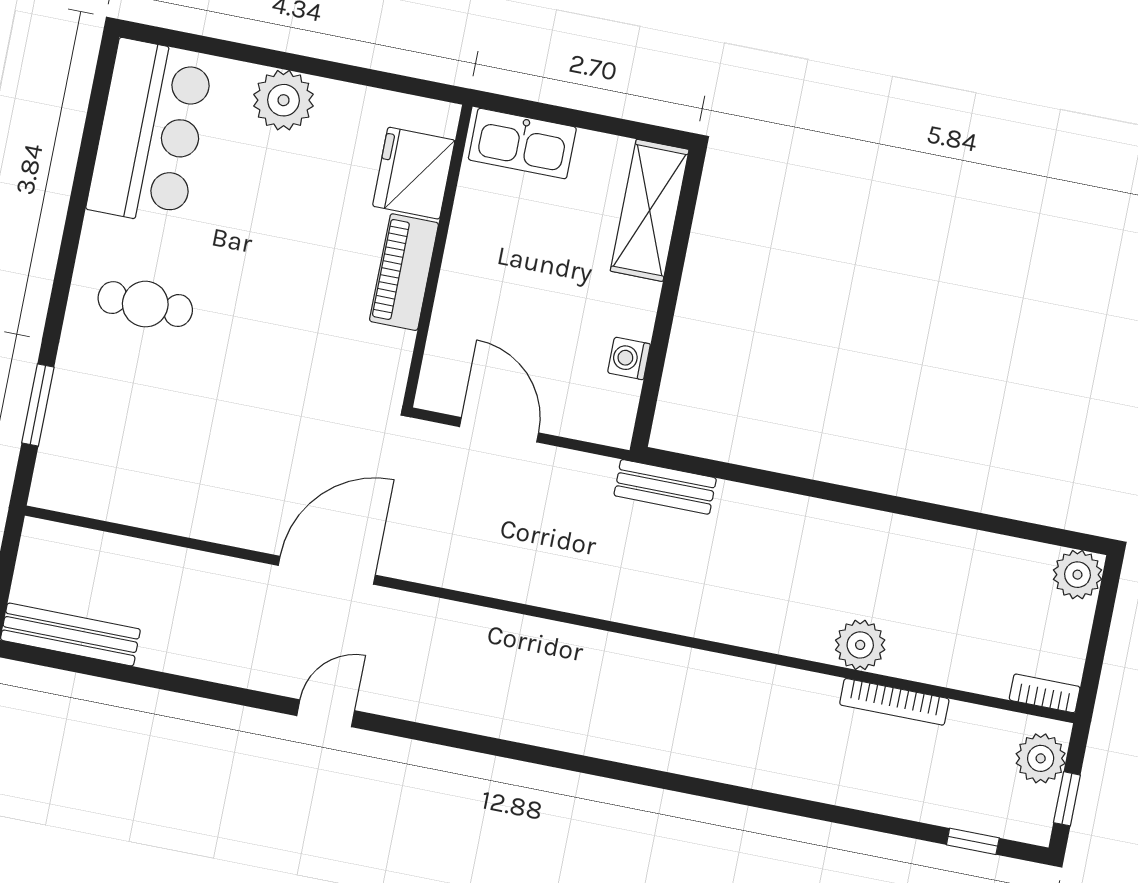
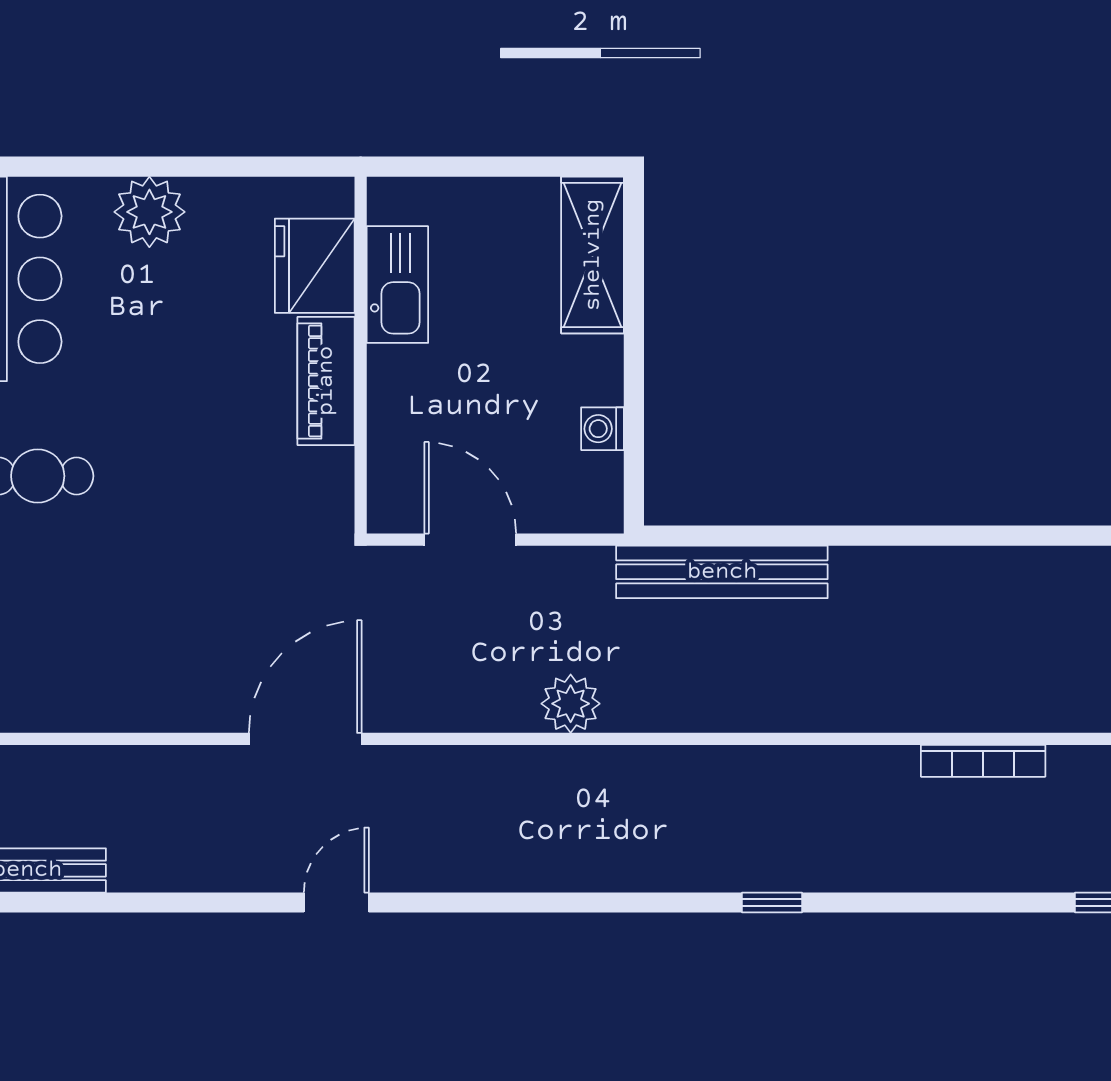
kitchen sink: (522, 143) -> (397, 285), moved, turned -90
bench: (665, 487) -> (722, 572), width x1.86, depth x1.21
plant: (860, 645) -> (571, 704), moved
window: (693, 786) -> (772, 902), added

